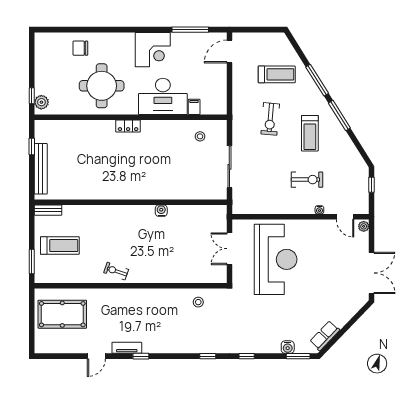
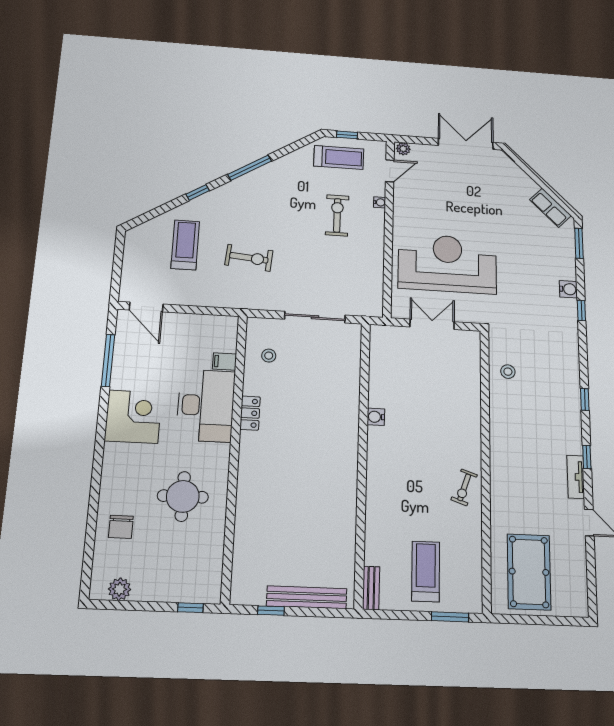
window: (317, 80) -> (198, 192), width x0.46
round table: (102, 86) -> (183, 496), width x0.73, depth x0.73
plant: (41, 102) -> (120, 589), moved
locker: (128, 126) -> (250, 413), moved
treadmill: (310, 133) -> (339, 157), moved
double door: (229, 249) -> (432, 324), swing flipped
water cooler: (288, 347) -> (568, 289), moved
window: (208, 356) -> (585, 400), moved

